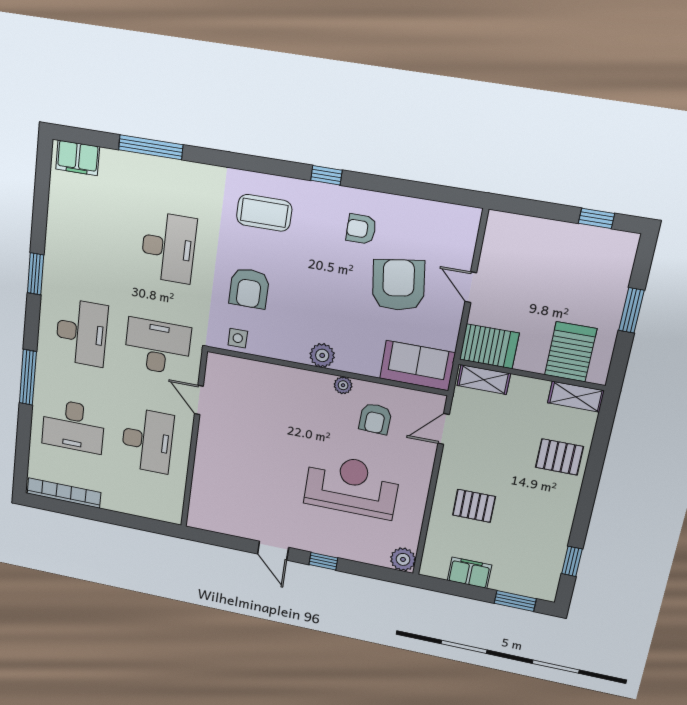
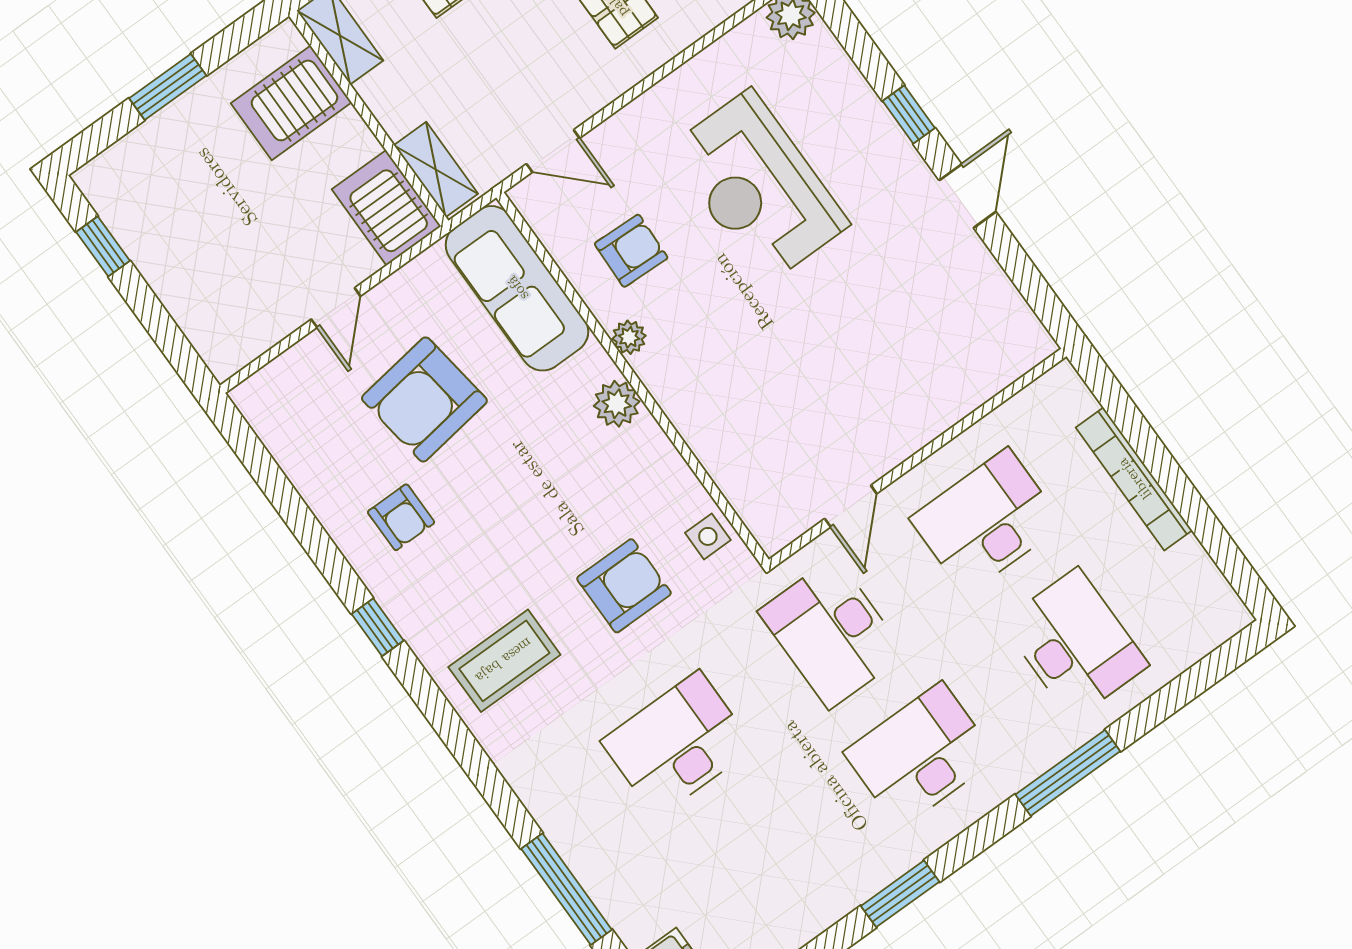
coffee table: (264, 213) -> (504, 661), turned 90
sofa: (417, 366) -> (517, 288), width x1.36
bookcase: (64, 493) -> (1134, 479), moved

